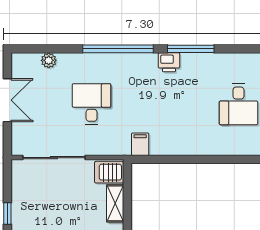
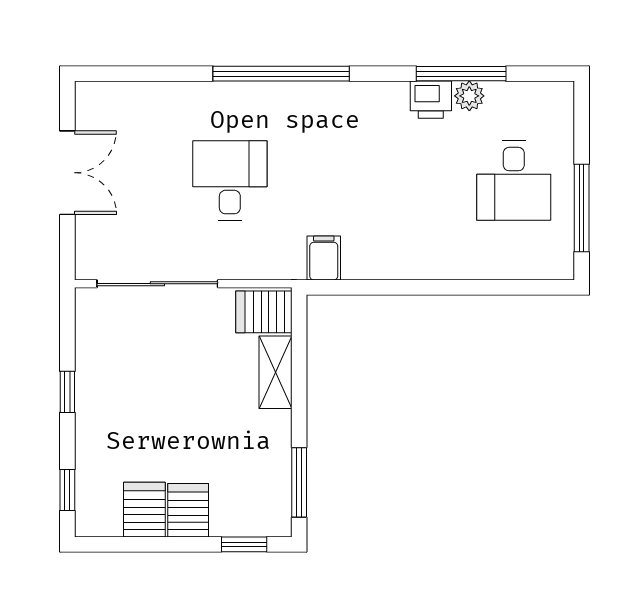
window: (191, 49) -> (461, 74), moved
plant: (49, 60) -> (469, 96), moved
printer: (169, 62) -> (431, 100), moved

